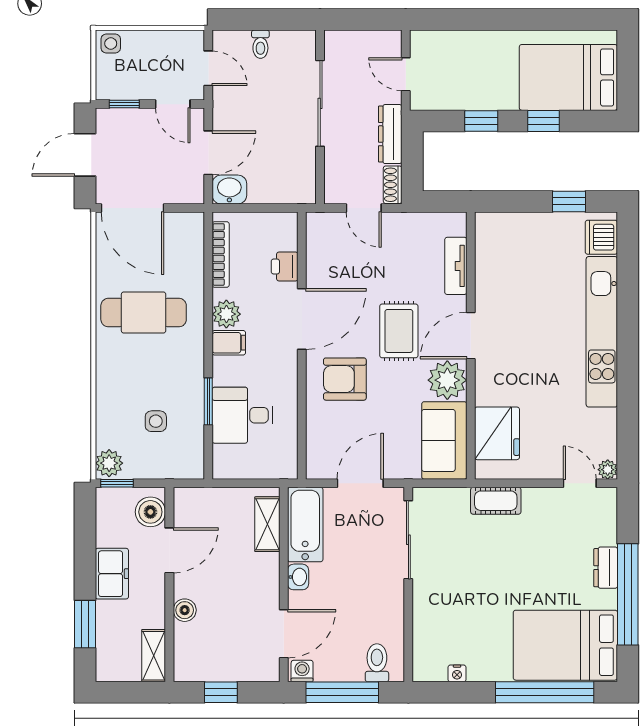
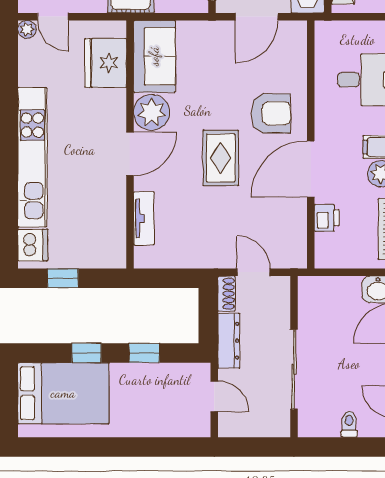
tv unit: (456, 266) -> (144, 218), moved
door: (471, 336) -> (130, 154), moved
wall: (471, 346) -> (130, 144), moved
plant: (447, 380) -> (152, 112), moved
fridge: (497, 433) -> (106, 63), moved
sofa: (444, 440) -> (154, 56), moved

